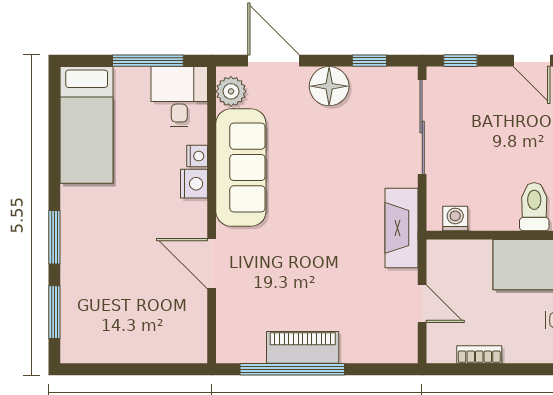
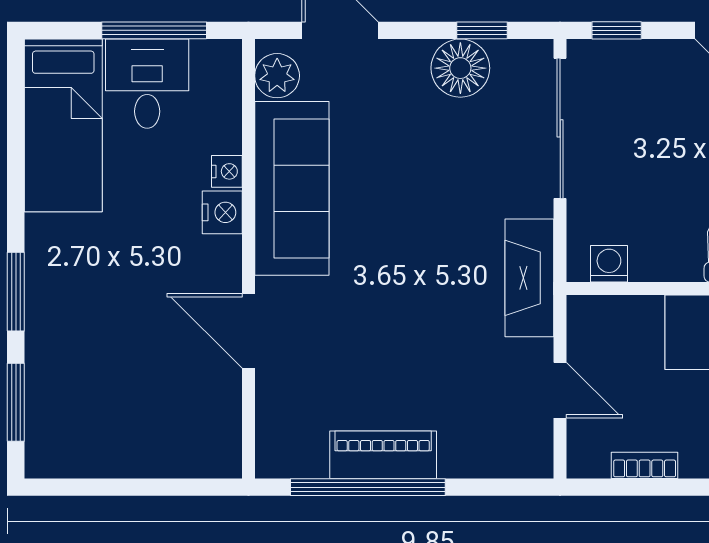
floor lamp: (329, 86) -> (460, 68), moved
desk: (179, 97) -> (147, 84), moved

